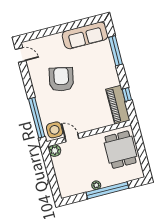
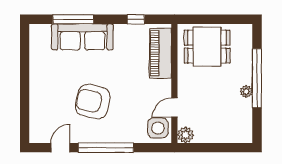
sofa: (85, 35) -> (82, 37), moved, turned 90
door: (20, 55) -> (60, 148), moved
piano: (118, 105) -> (160, 53), moved, turned 90
window: (37, 118) -> (106, 148), moved

